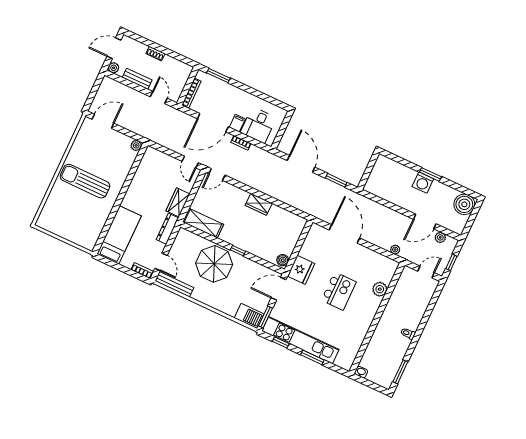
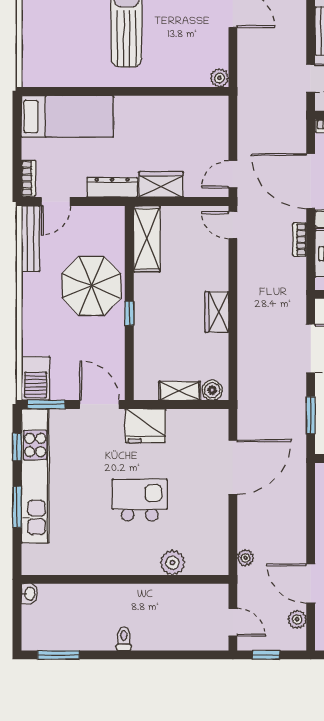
shelving: (291, 243) -> (180, 391), added
boiler: (283, 260) -> (212, 390), moved
kitchen island: (339, 291) -> (140, 500), turned 180

